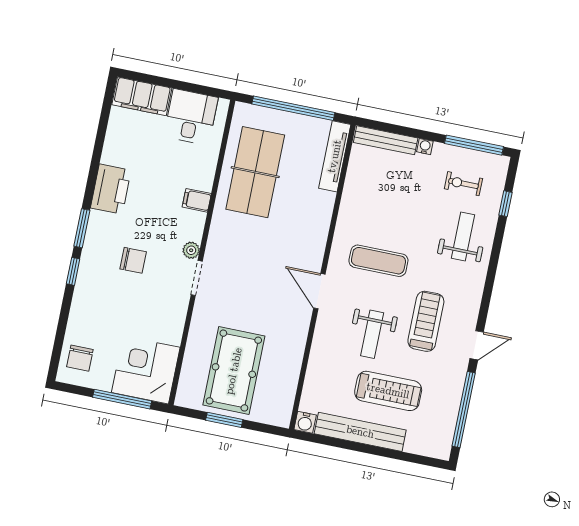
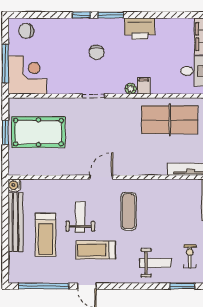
window: (505, 204) -> (182, 286), width x1.50
plant: (191, 250) -> (131, 89), moved
treadmill: (426, 321) -> (96, 250), turned 180
weight bench: (372, 334) -> (80, 217), turned 90

